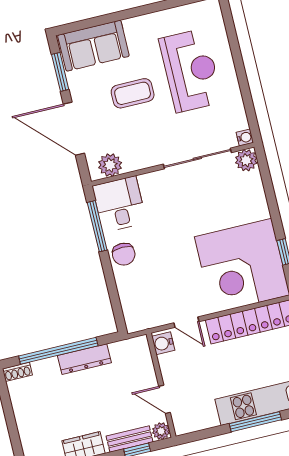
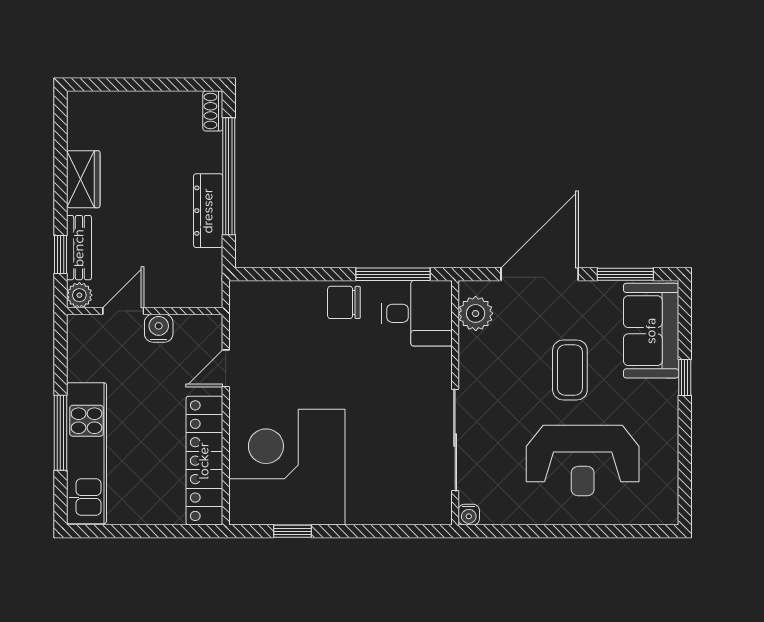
window: (119, 16) -> (685, 378), added
plant: (246, 160) -> (436, 509), removed
water cooler: (163, 343) -> (159, 328), moved

